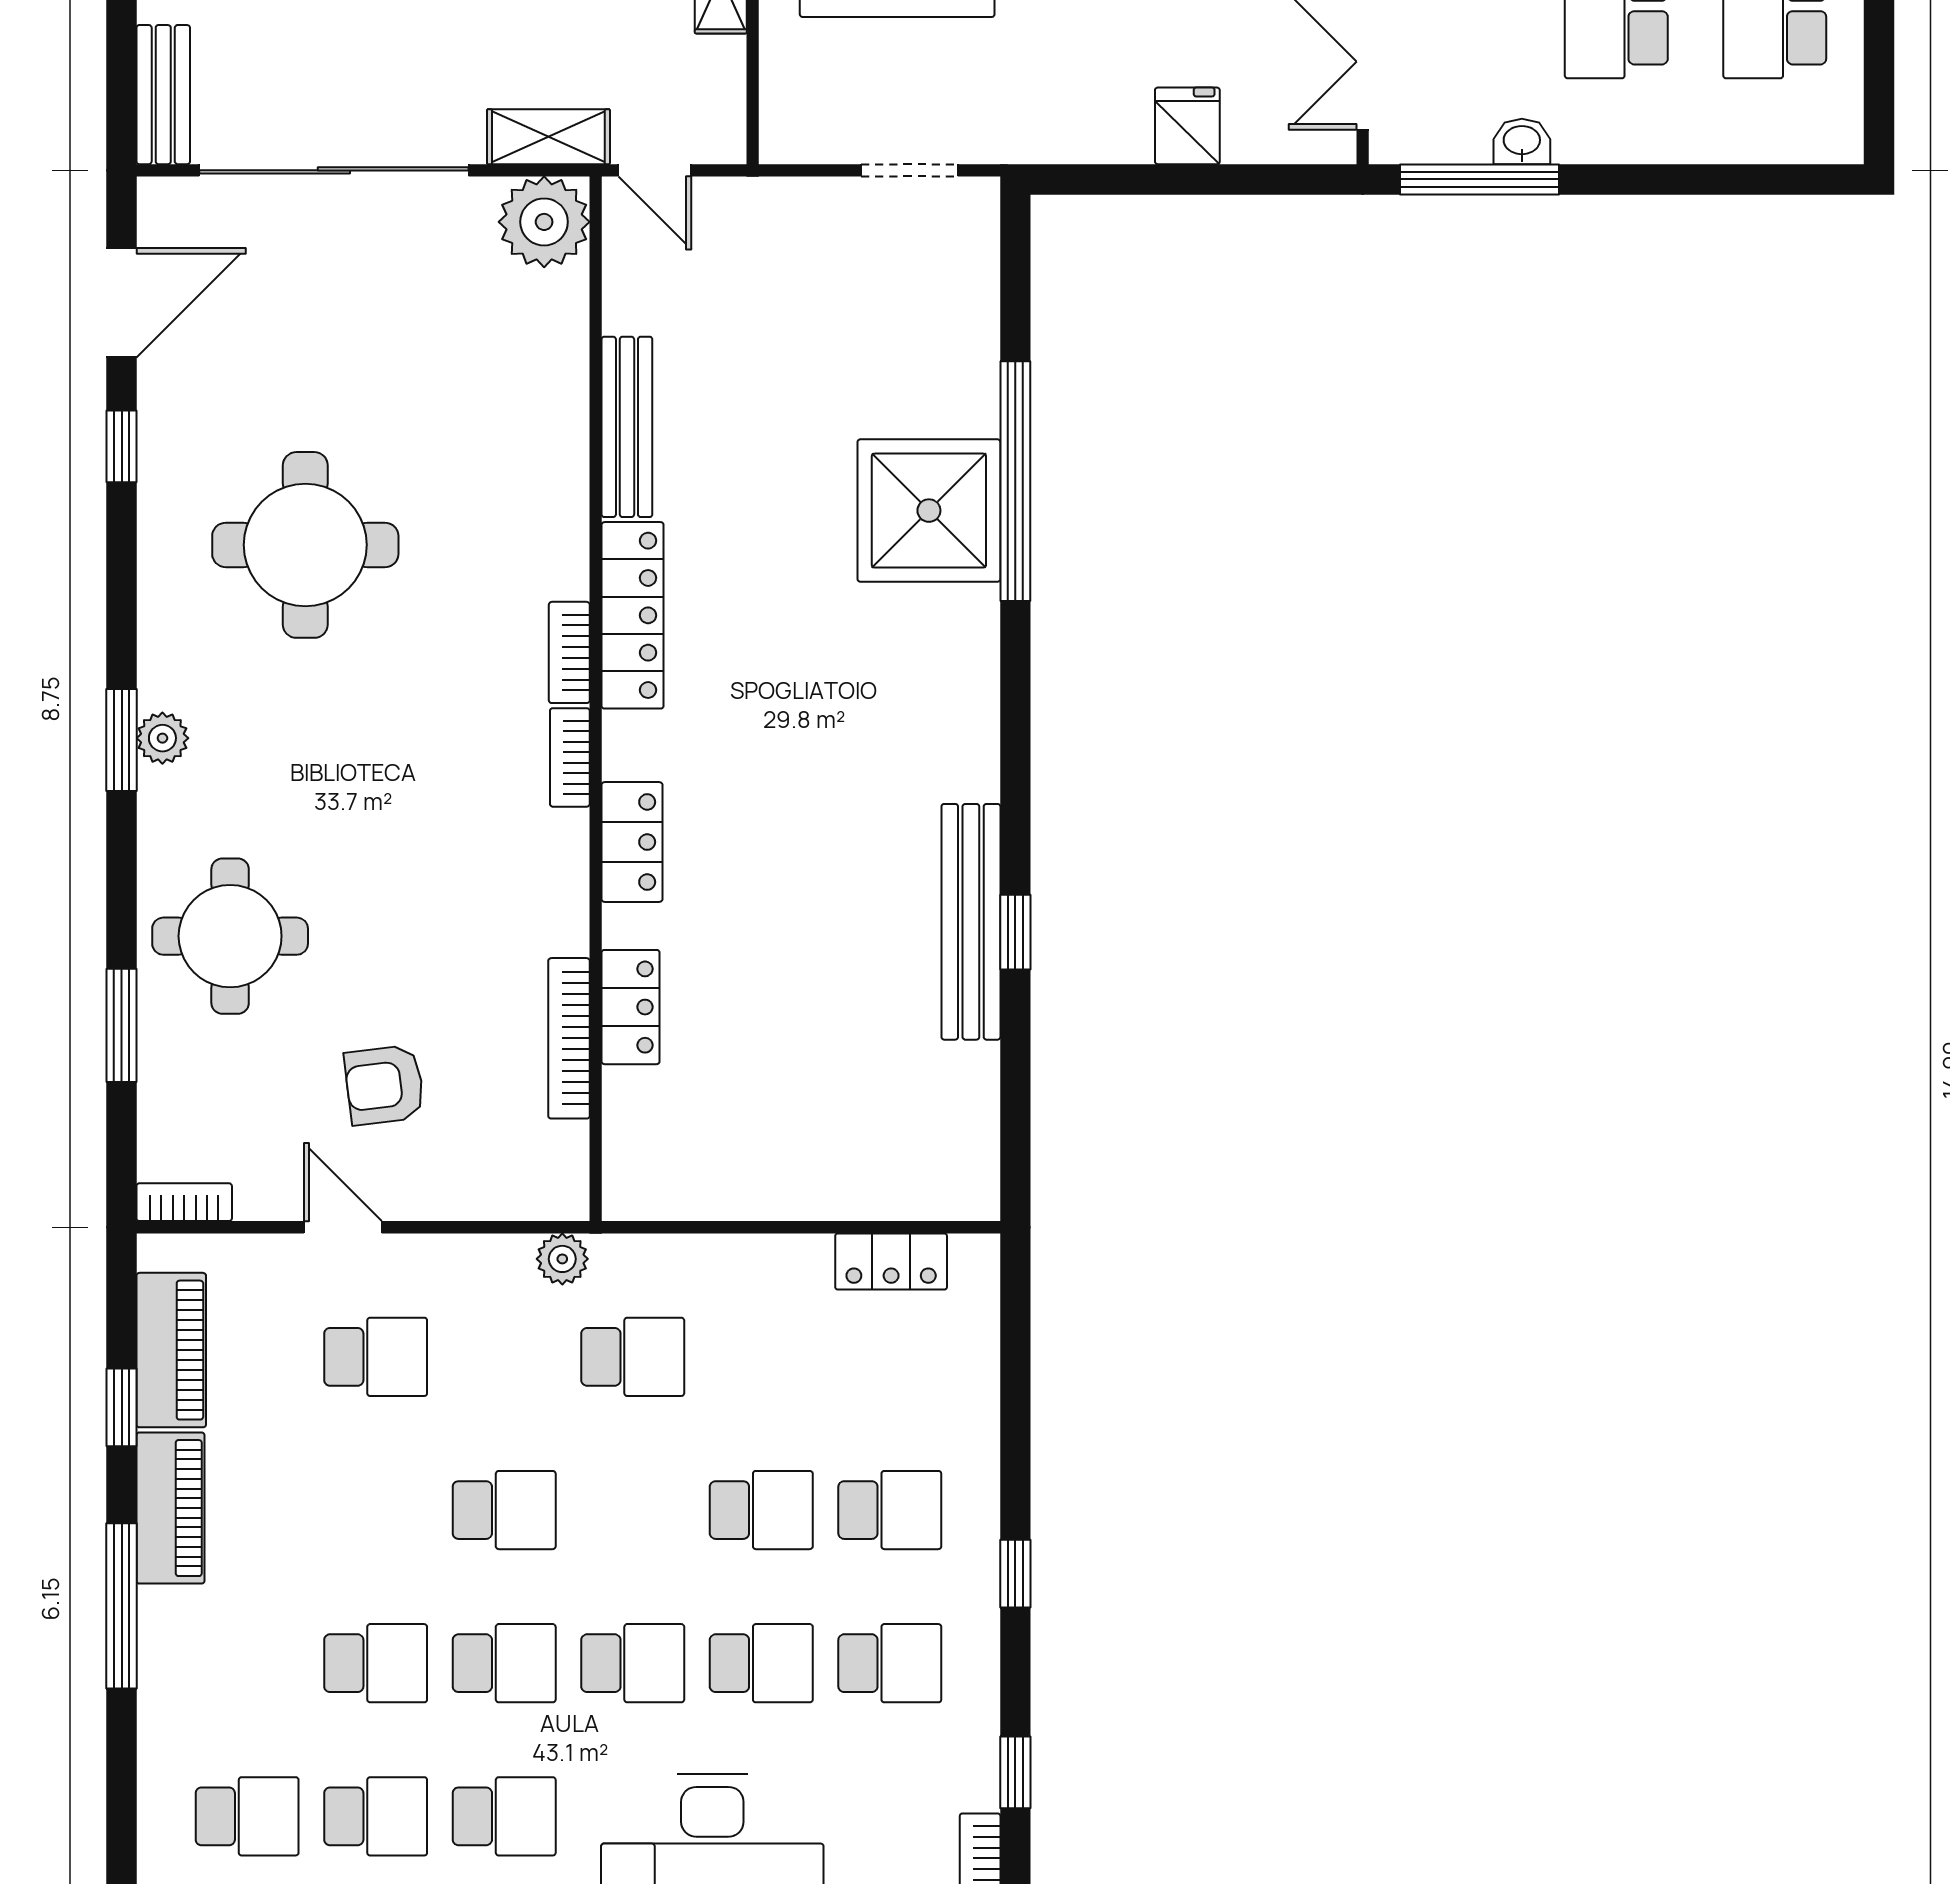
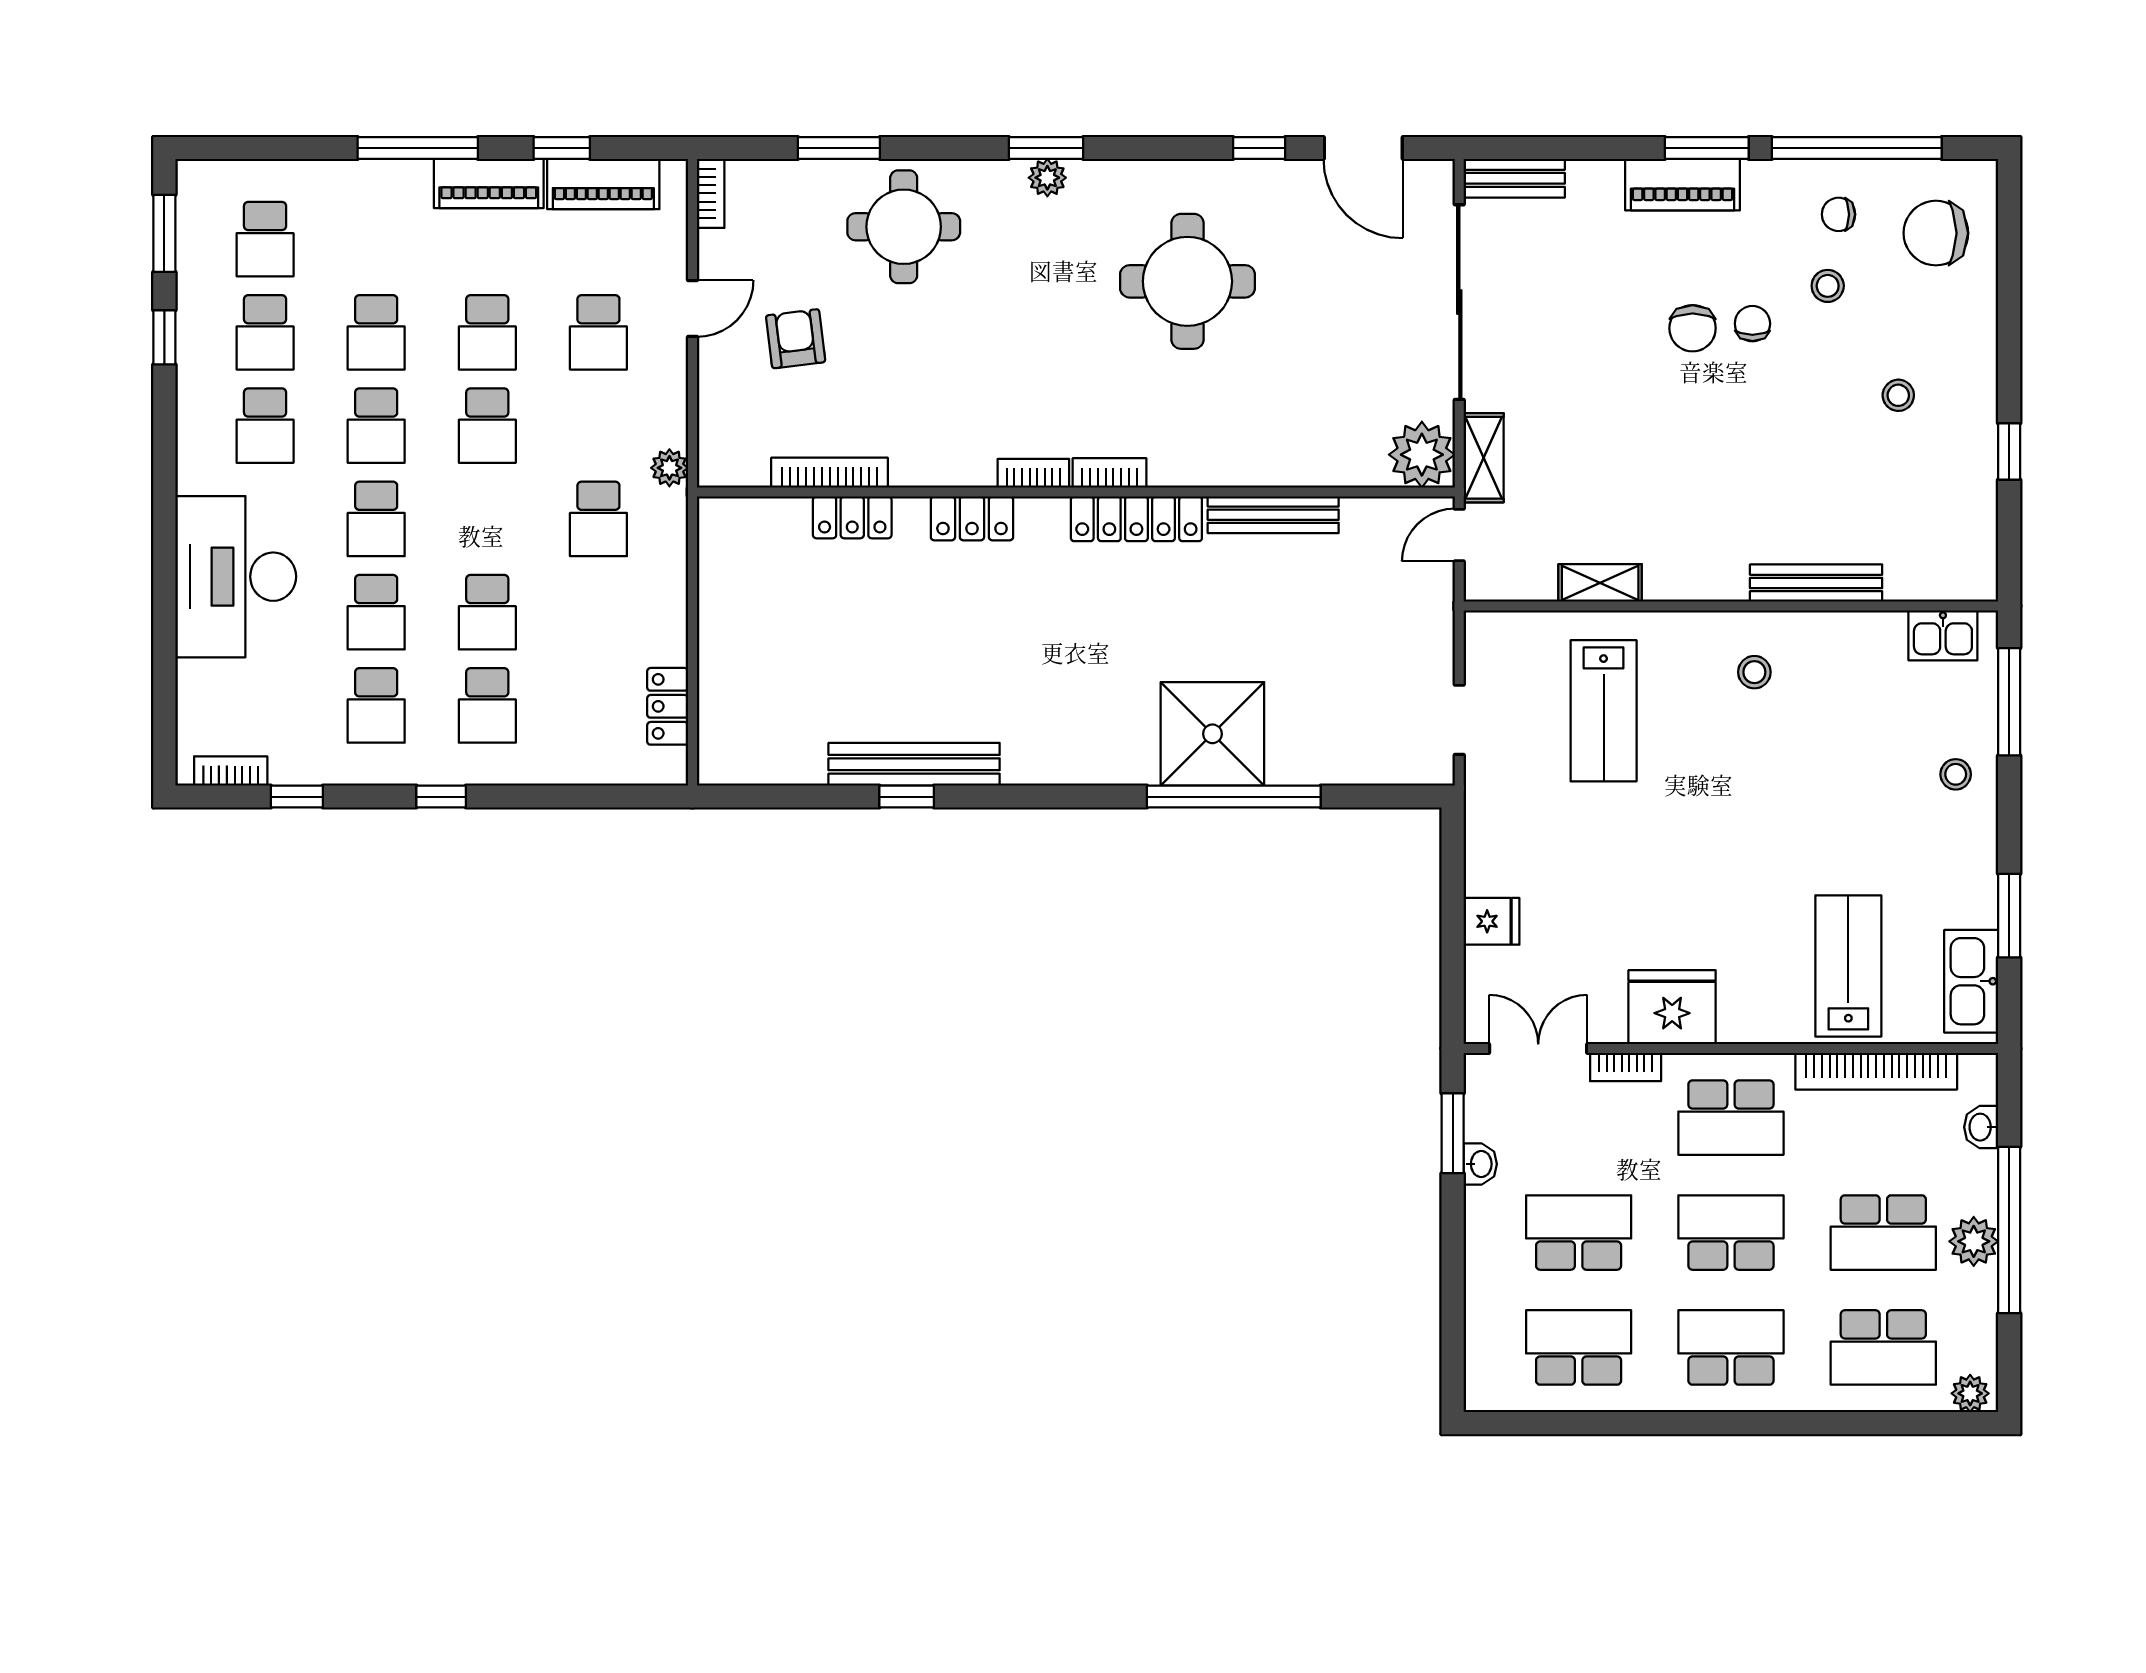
window: (1480, 179) -> (1453, 1133), width x0.69
school desk: (376, 1510) -> (487, 332), added

